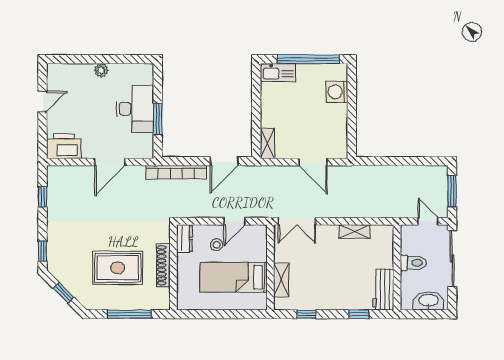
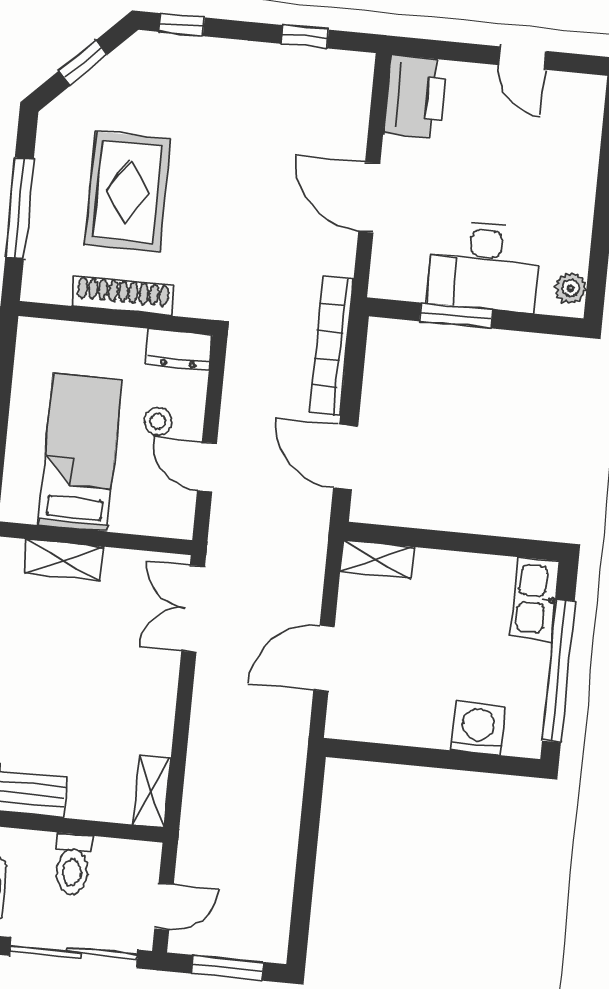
plant: (101, 70) -> (571, 288), moved
shelving: (355, 231) -> (152, 791), moved

